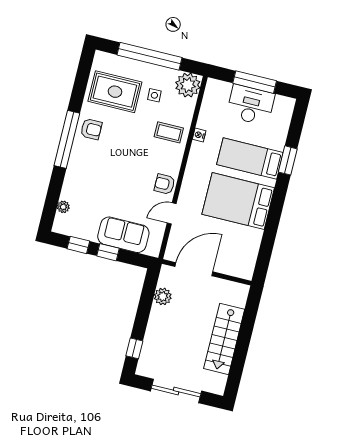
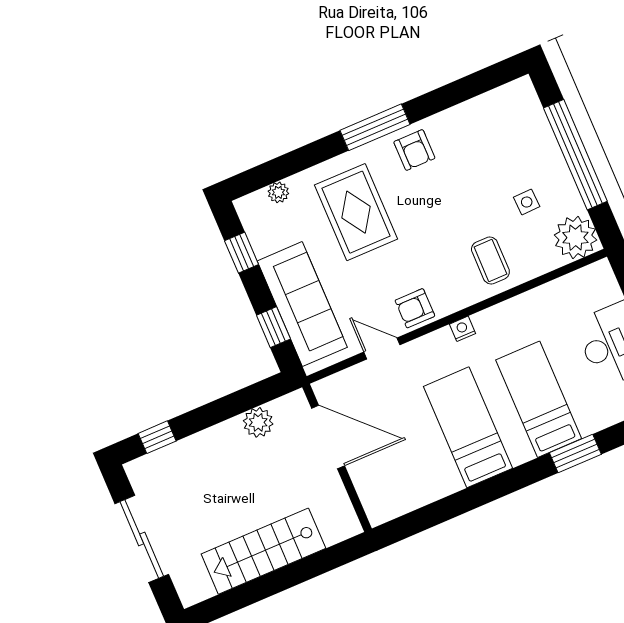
rug: (115, 92) -> (356, 212), moved
nightstand: (199, 135) -> (462, 329), moved
window: (67, 139) -> (375, 127), width x0.68
armchair: (165, 184) -> (415, 308), turned -90
bed: (238, 201) -> (468, 427), width x0.67
sofa: (123, 235) -> (302, 304), width x1.36
window: (108, 252) -> (273, 327), moved

